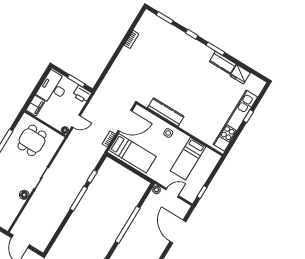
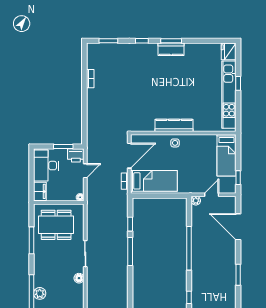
kitchen counter: (223, 63) -> (171, 49), moved
fridge: (240, 74) -> (229, 52), moved, turned 90
kitchen counter: (166, 112) -> (174, 125), moved
door: (76, 121) -> (85, 171), moved
dining table: (32, 140) -> (56, 225), width x1.38
bed: (188, 159) -> (227, 155), moved

